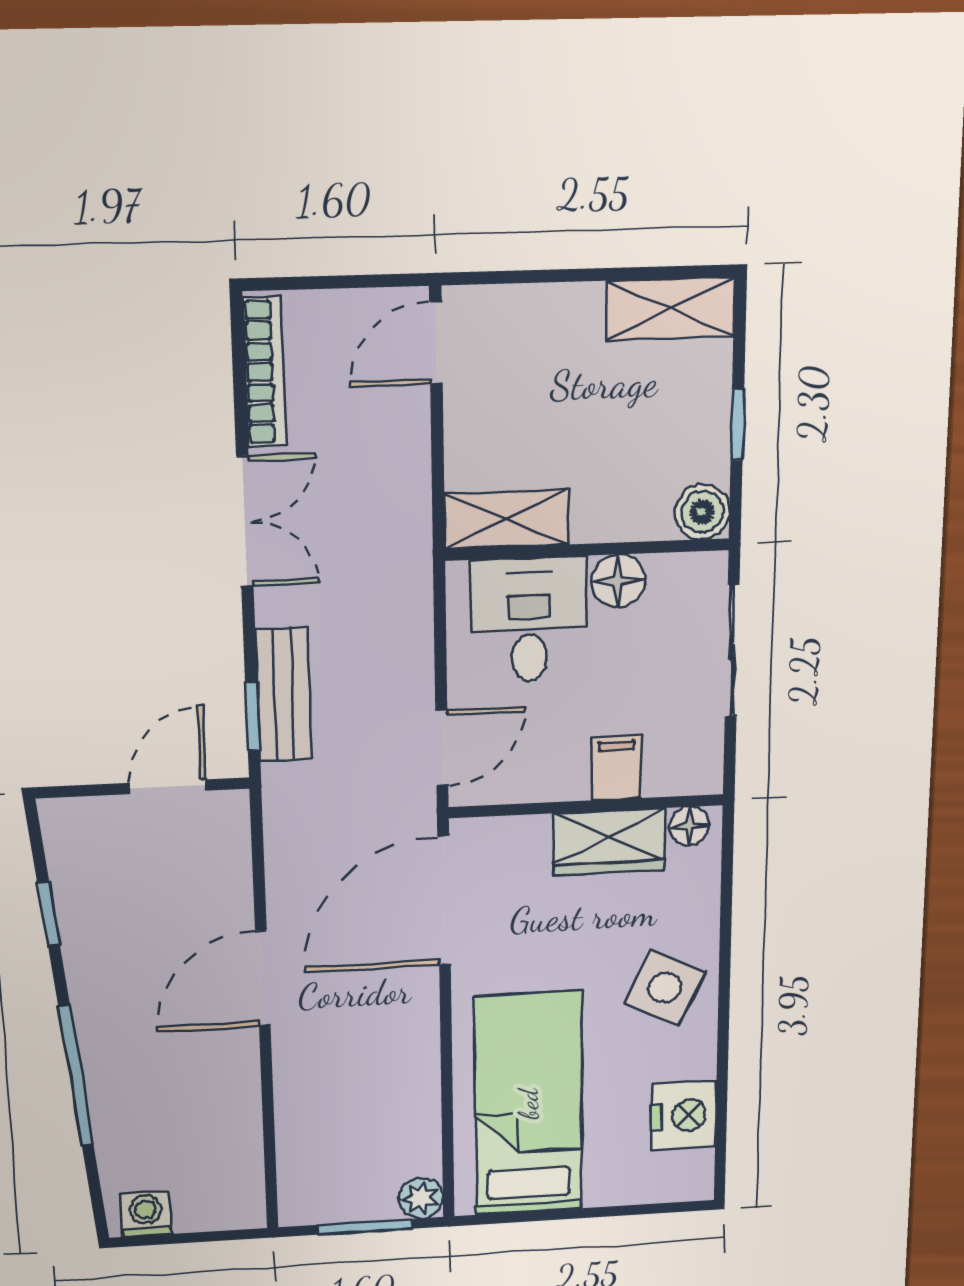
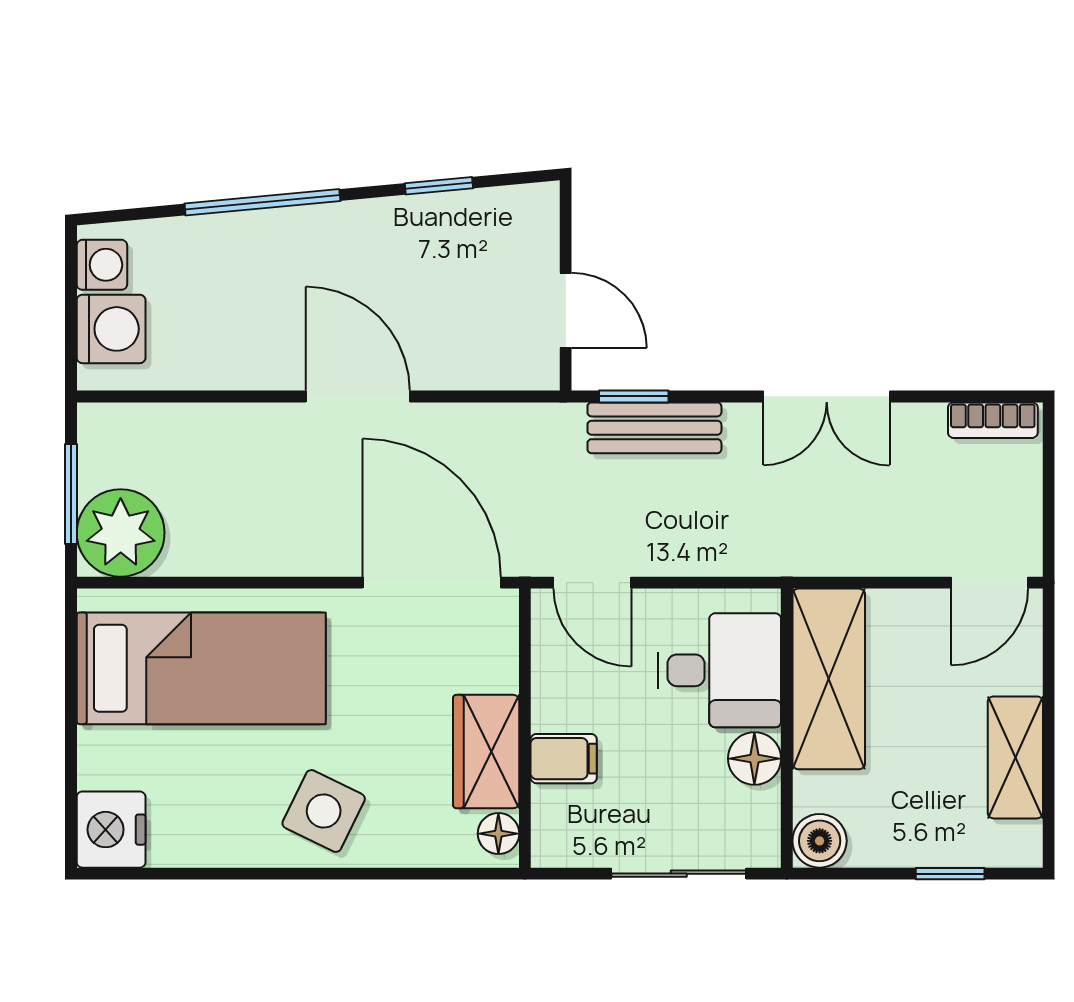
shelving: (671, 309) -> (1015, 757), moved
door: (436, 343) -> (989, 583), swing flipped
bookcase: (264, 372) -> (993, 420), width x0.64
window: (737, 425) -> (950, 874), moved
shelving: (507, 519) -> (829, 679), width x1.50, depth x1.33
nightstand: (684, 1116) -> (111, 830), moved, turned 90
plant: (421, 1198) -> (121, 533), width x1.87, depth x1.87
washing machine: (207, 1202) -> (111, 329), added

